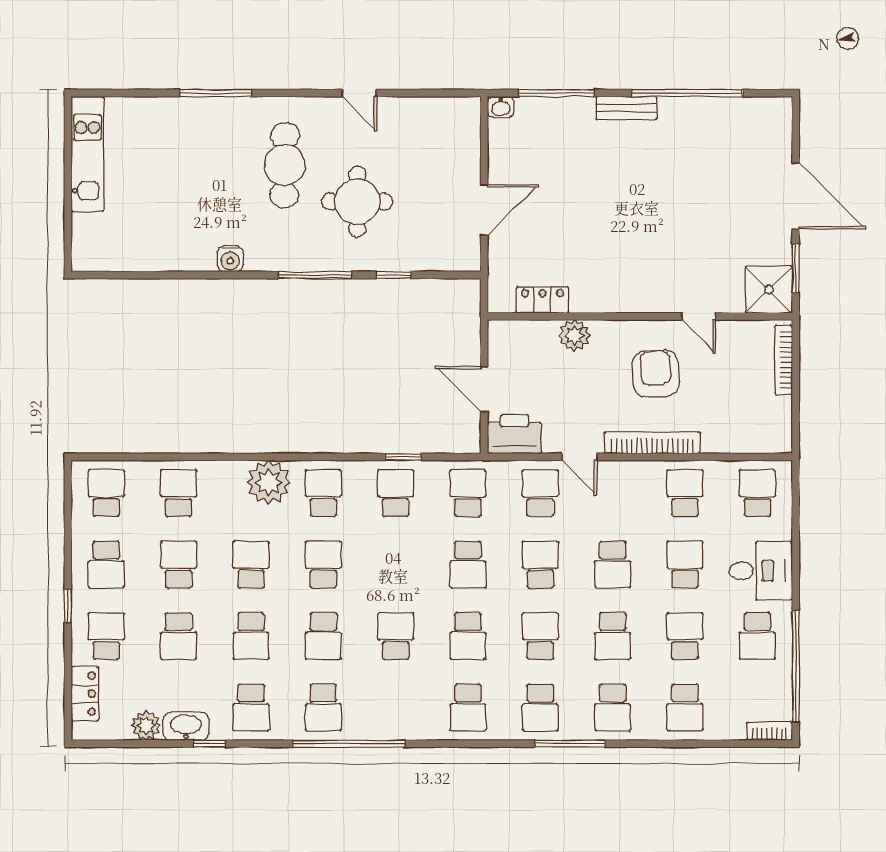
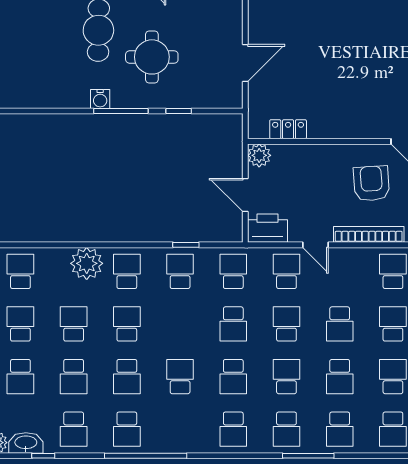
water cooler: (230, 259) -> (100, 99), moved
plant: (575, 335) -> (259, 155), moved

